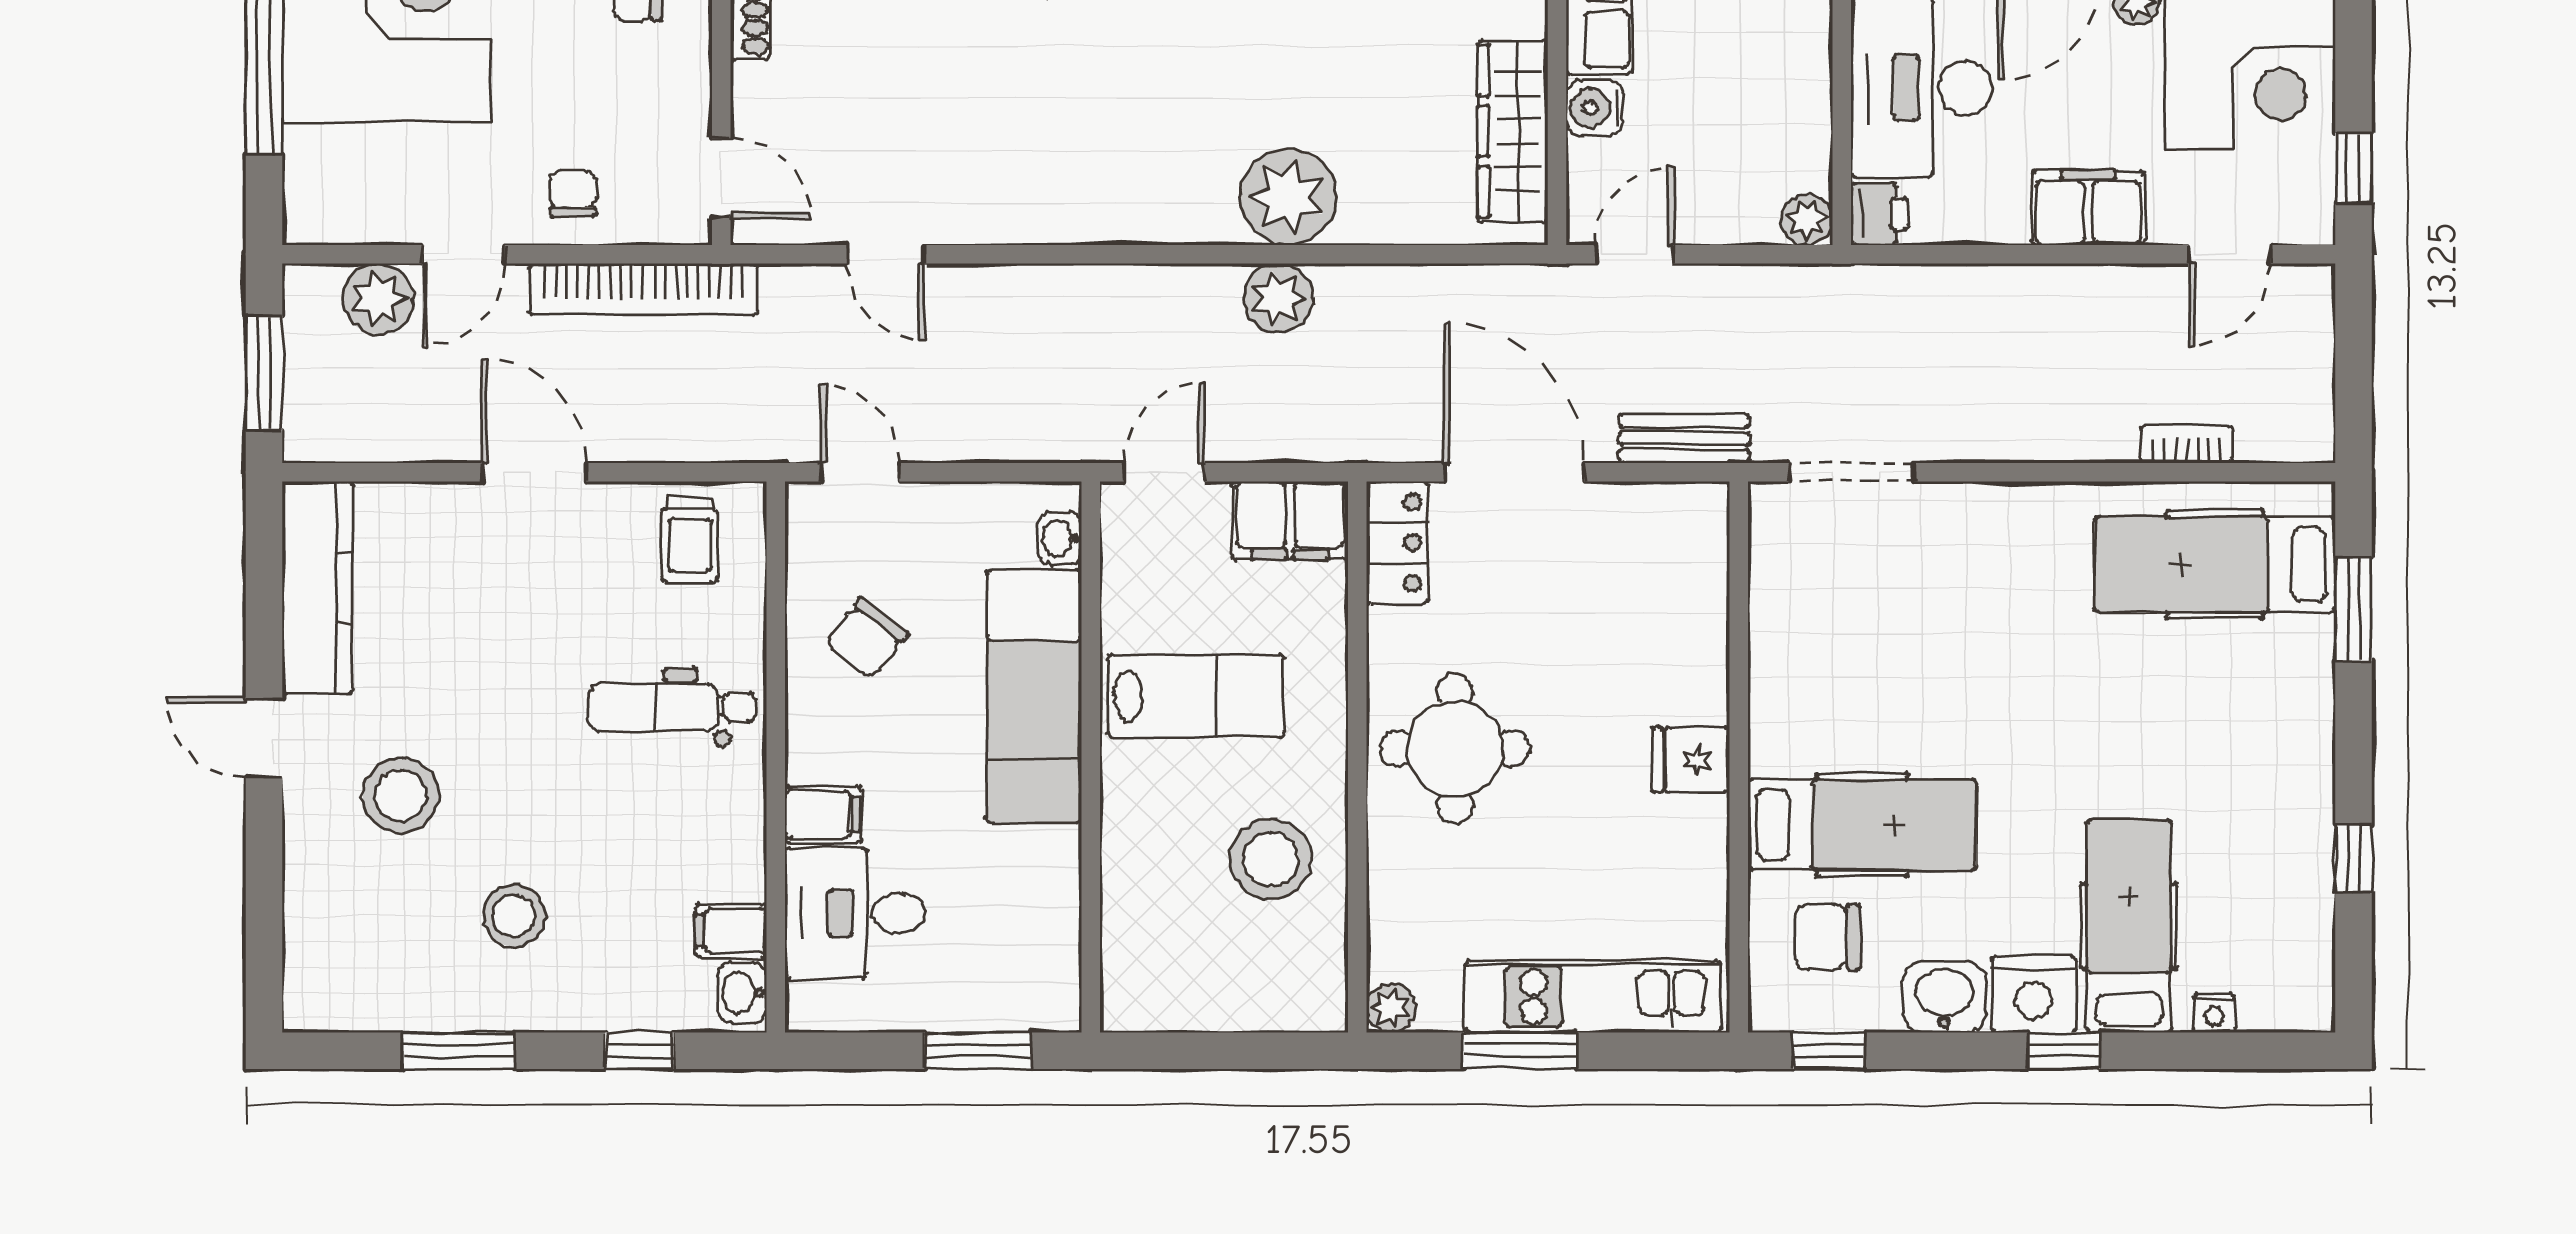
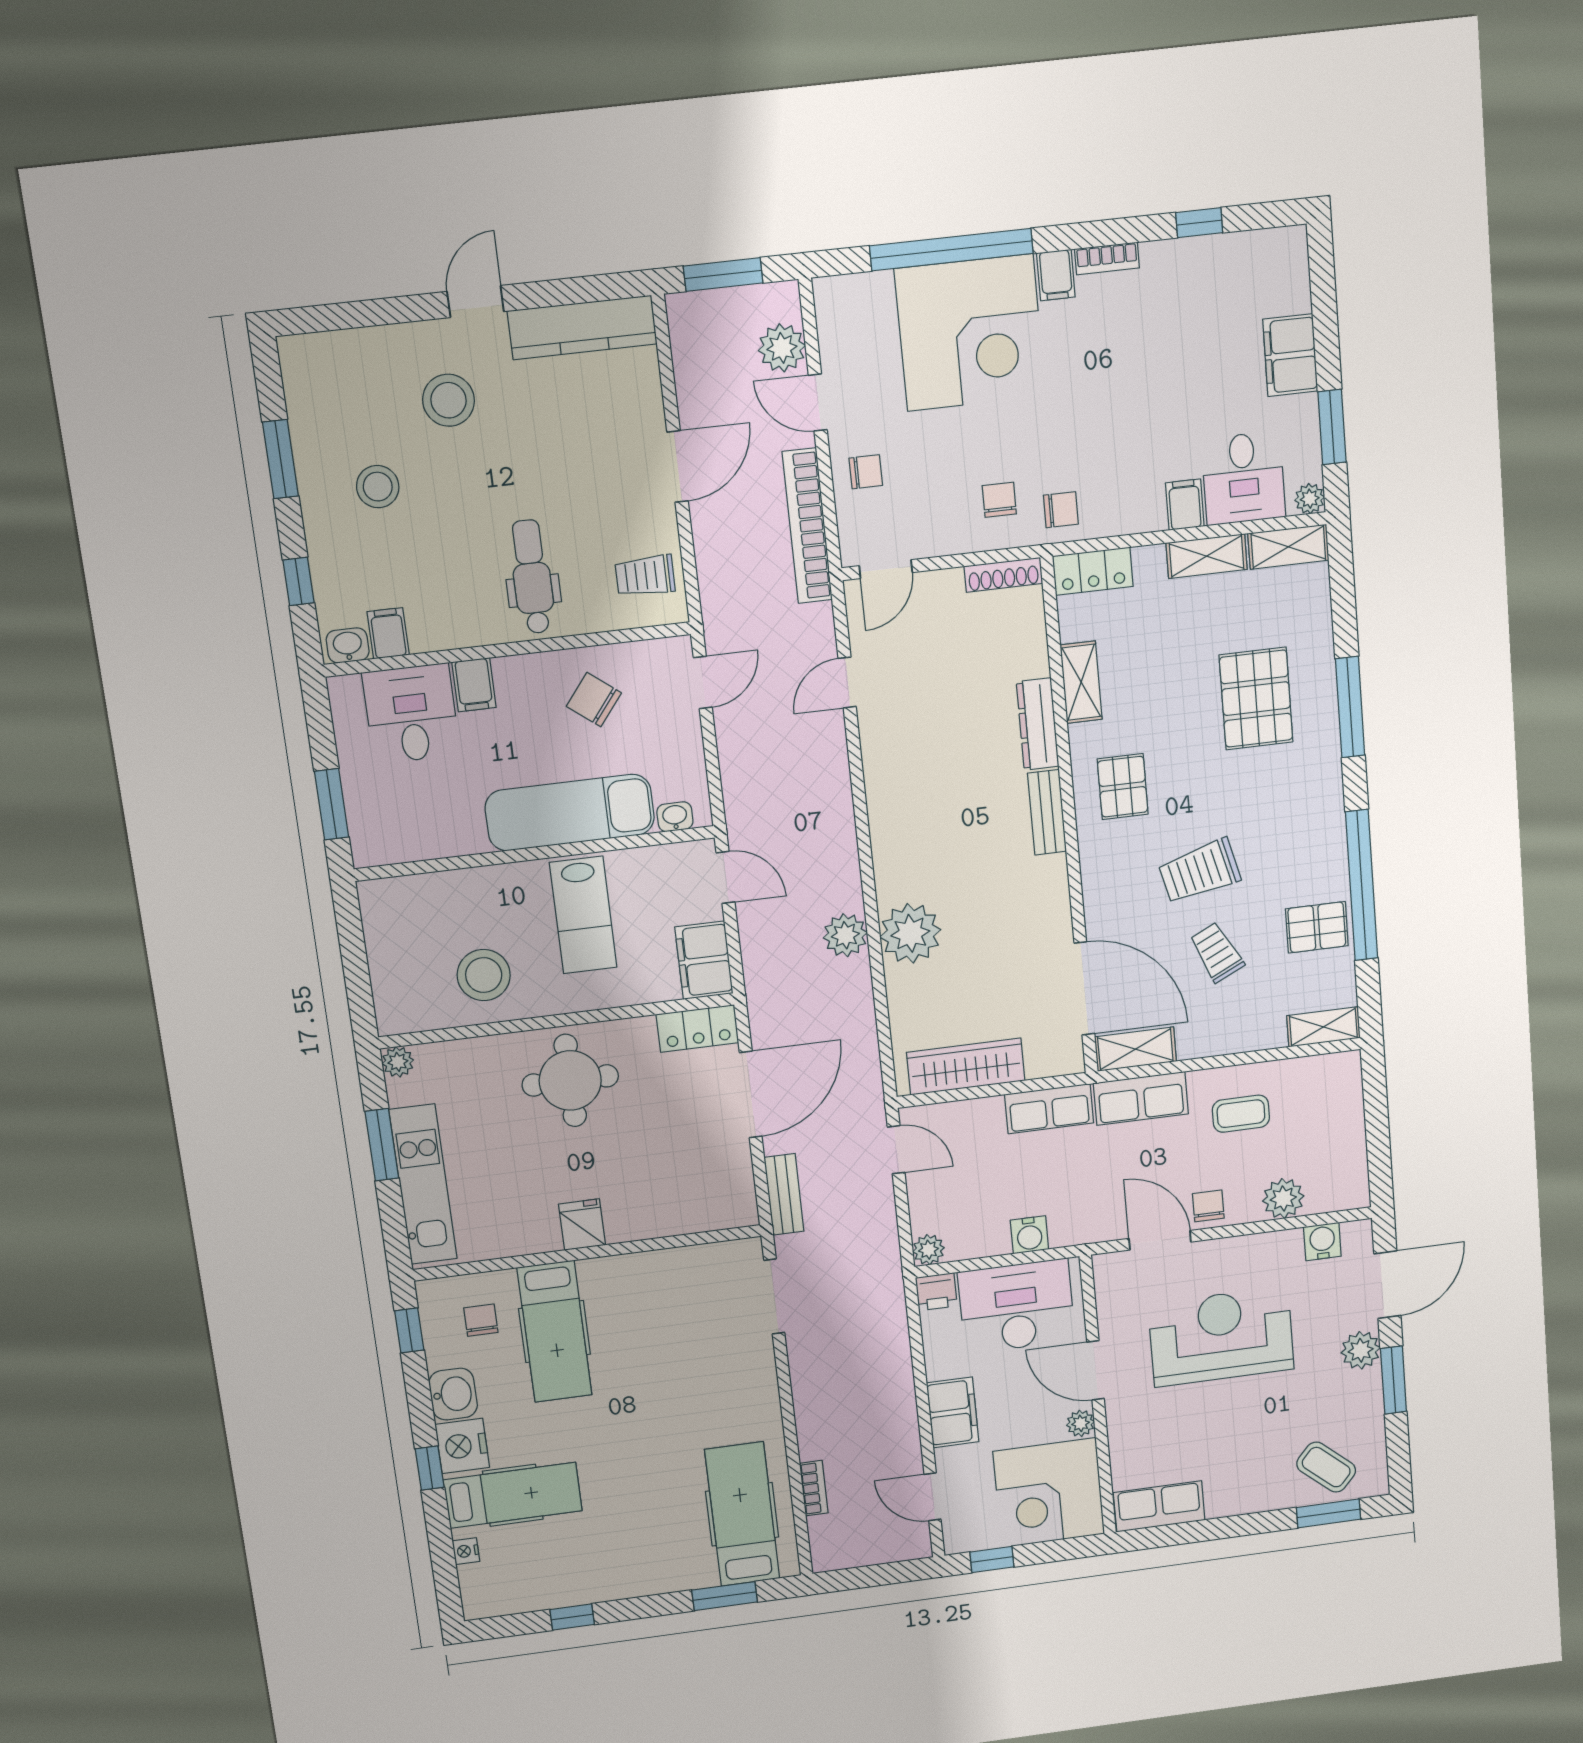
water cooler: (1595, 108) -> (1029, 1235), moved, turned 180
chair: (1827, 937) -> (481, 1320), width x0.73, depth x0.73

